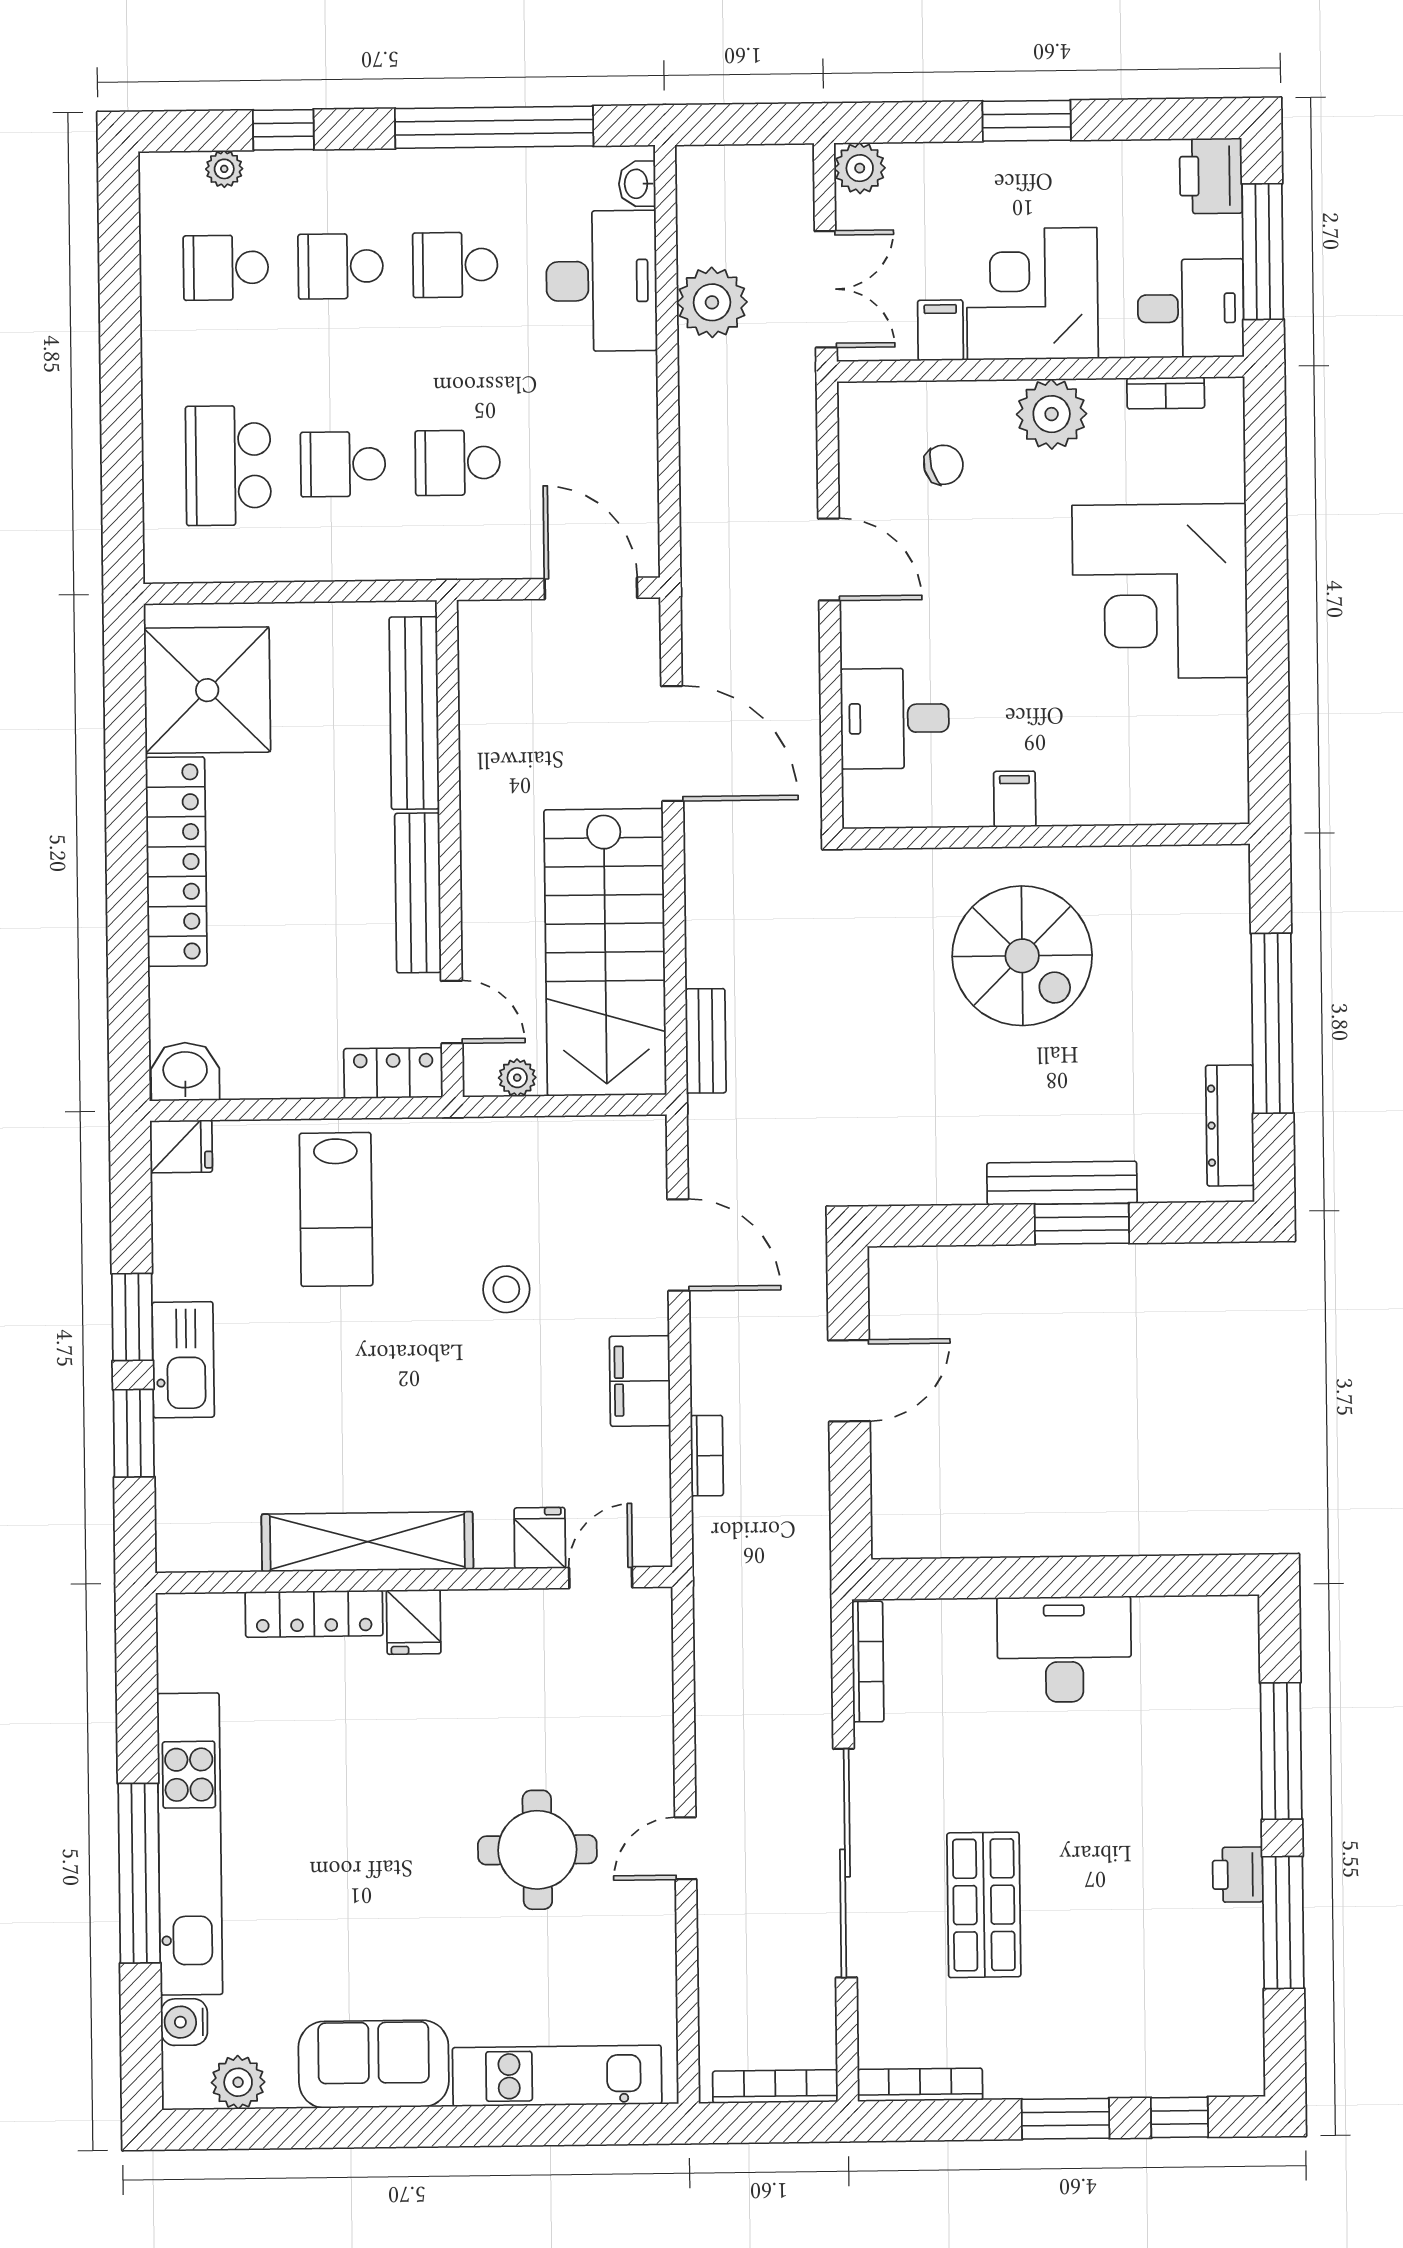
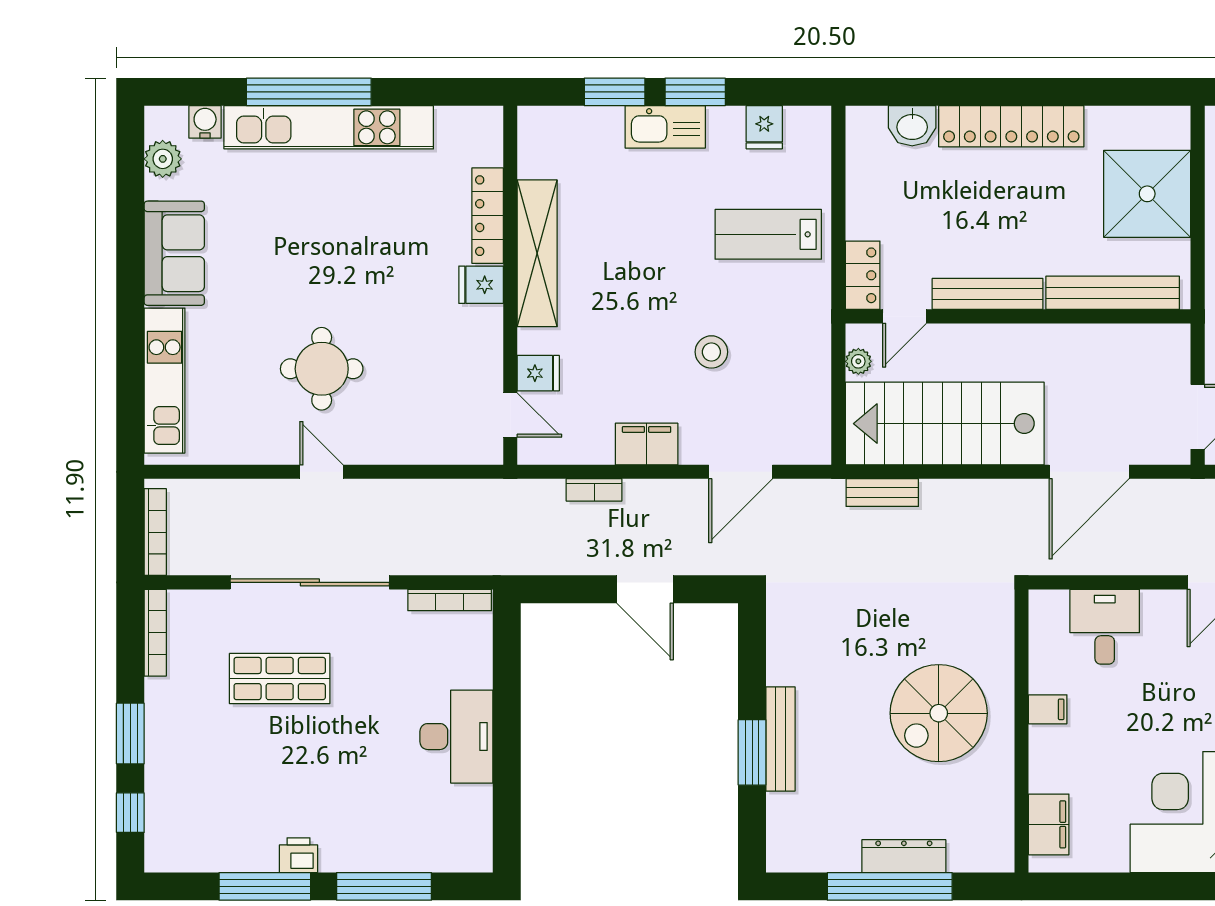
shower: (207, 690) -> (1147, 194), moved
filing cabinet: (1180, 796) -> (1049, 824), added
washbasin: (185, 1072) -> (912, 126), moved, turned 90
dresser: (1230, 1125) -> (904, 856), moved
fridge: (181, 1146) -> (764, 127), moved

